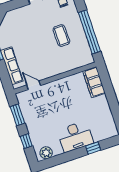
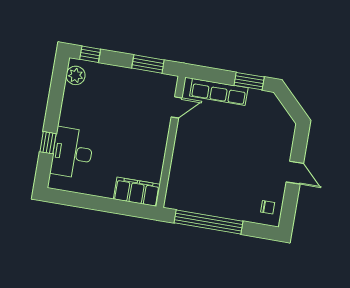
coffee table: (61, 36) -> (224, 181), removed
desk: (75, 137) -> (72, 153), moved
window: (26, 141) -> (90, 54), moved

